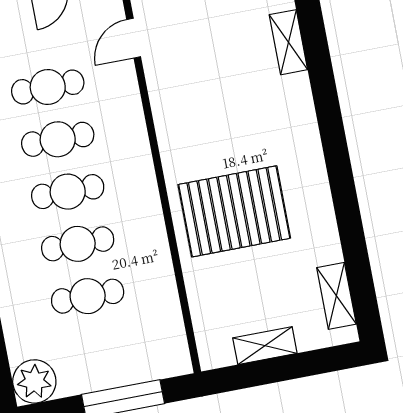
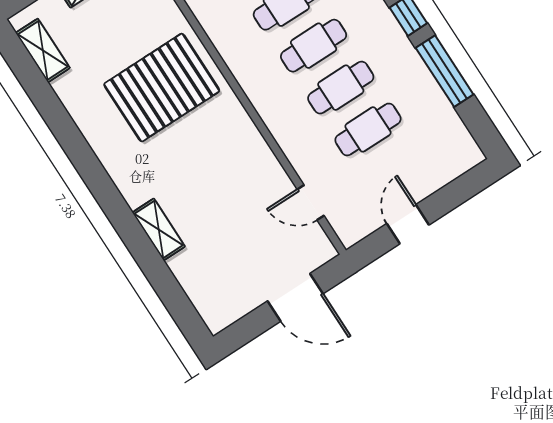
door: (134, 38) -> (311, 202), swing flipped
shelving: (288, 42) -> (159, 229), moved

